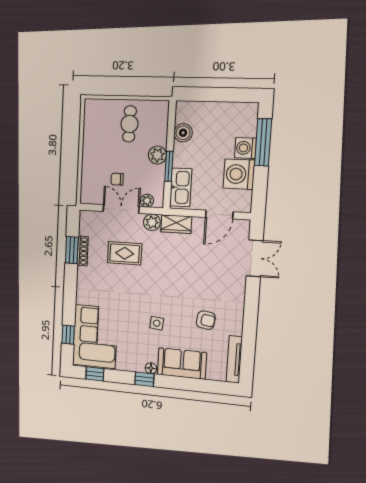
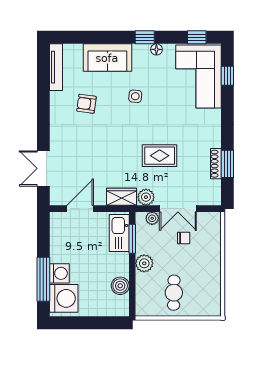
window: (169, 166) -> (132, 239), moved
washing machine: (239, 174) -> (64, 298), moved
rug: (125, 253) -> (160, 156), moved
floor lamp: (151, 368) -> (156, 49), moved

